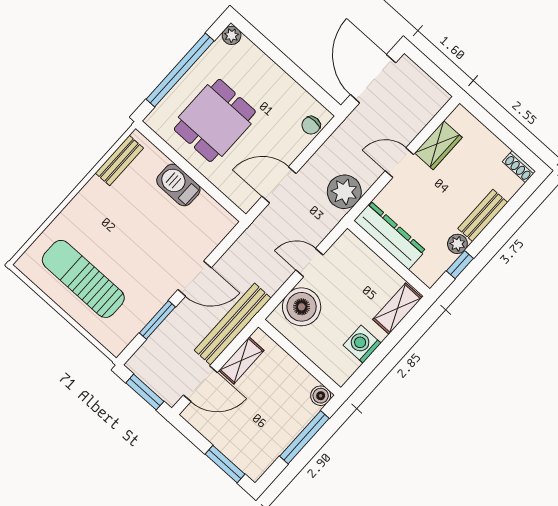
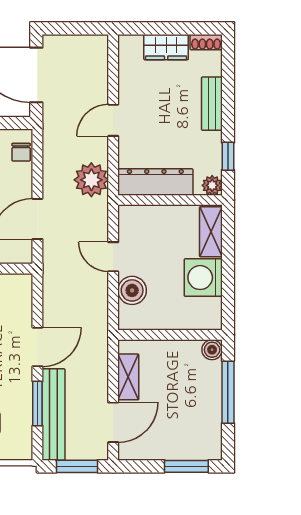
wardrobe: (438, 145) -> (166, 47), moved, turned 90
plant: (457, 244) -> (212, 185), moved
door: (310, 263) -> (113, 257), hinge flipped
boiler: (302, 307) -> (132, 290), width x0.73, depth x0.73
bench: (233, 324) -> (54, 415), moved
washing machine: (362, 344) -> (203, 278), width x1.37, depth x1.37

